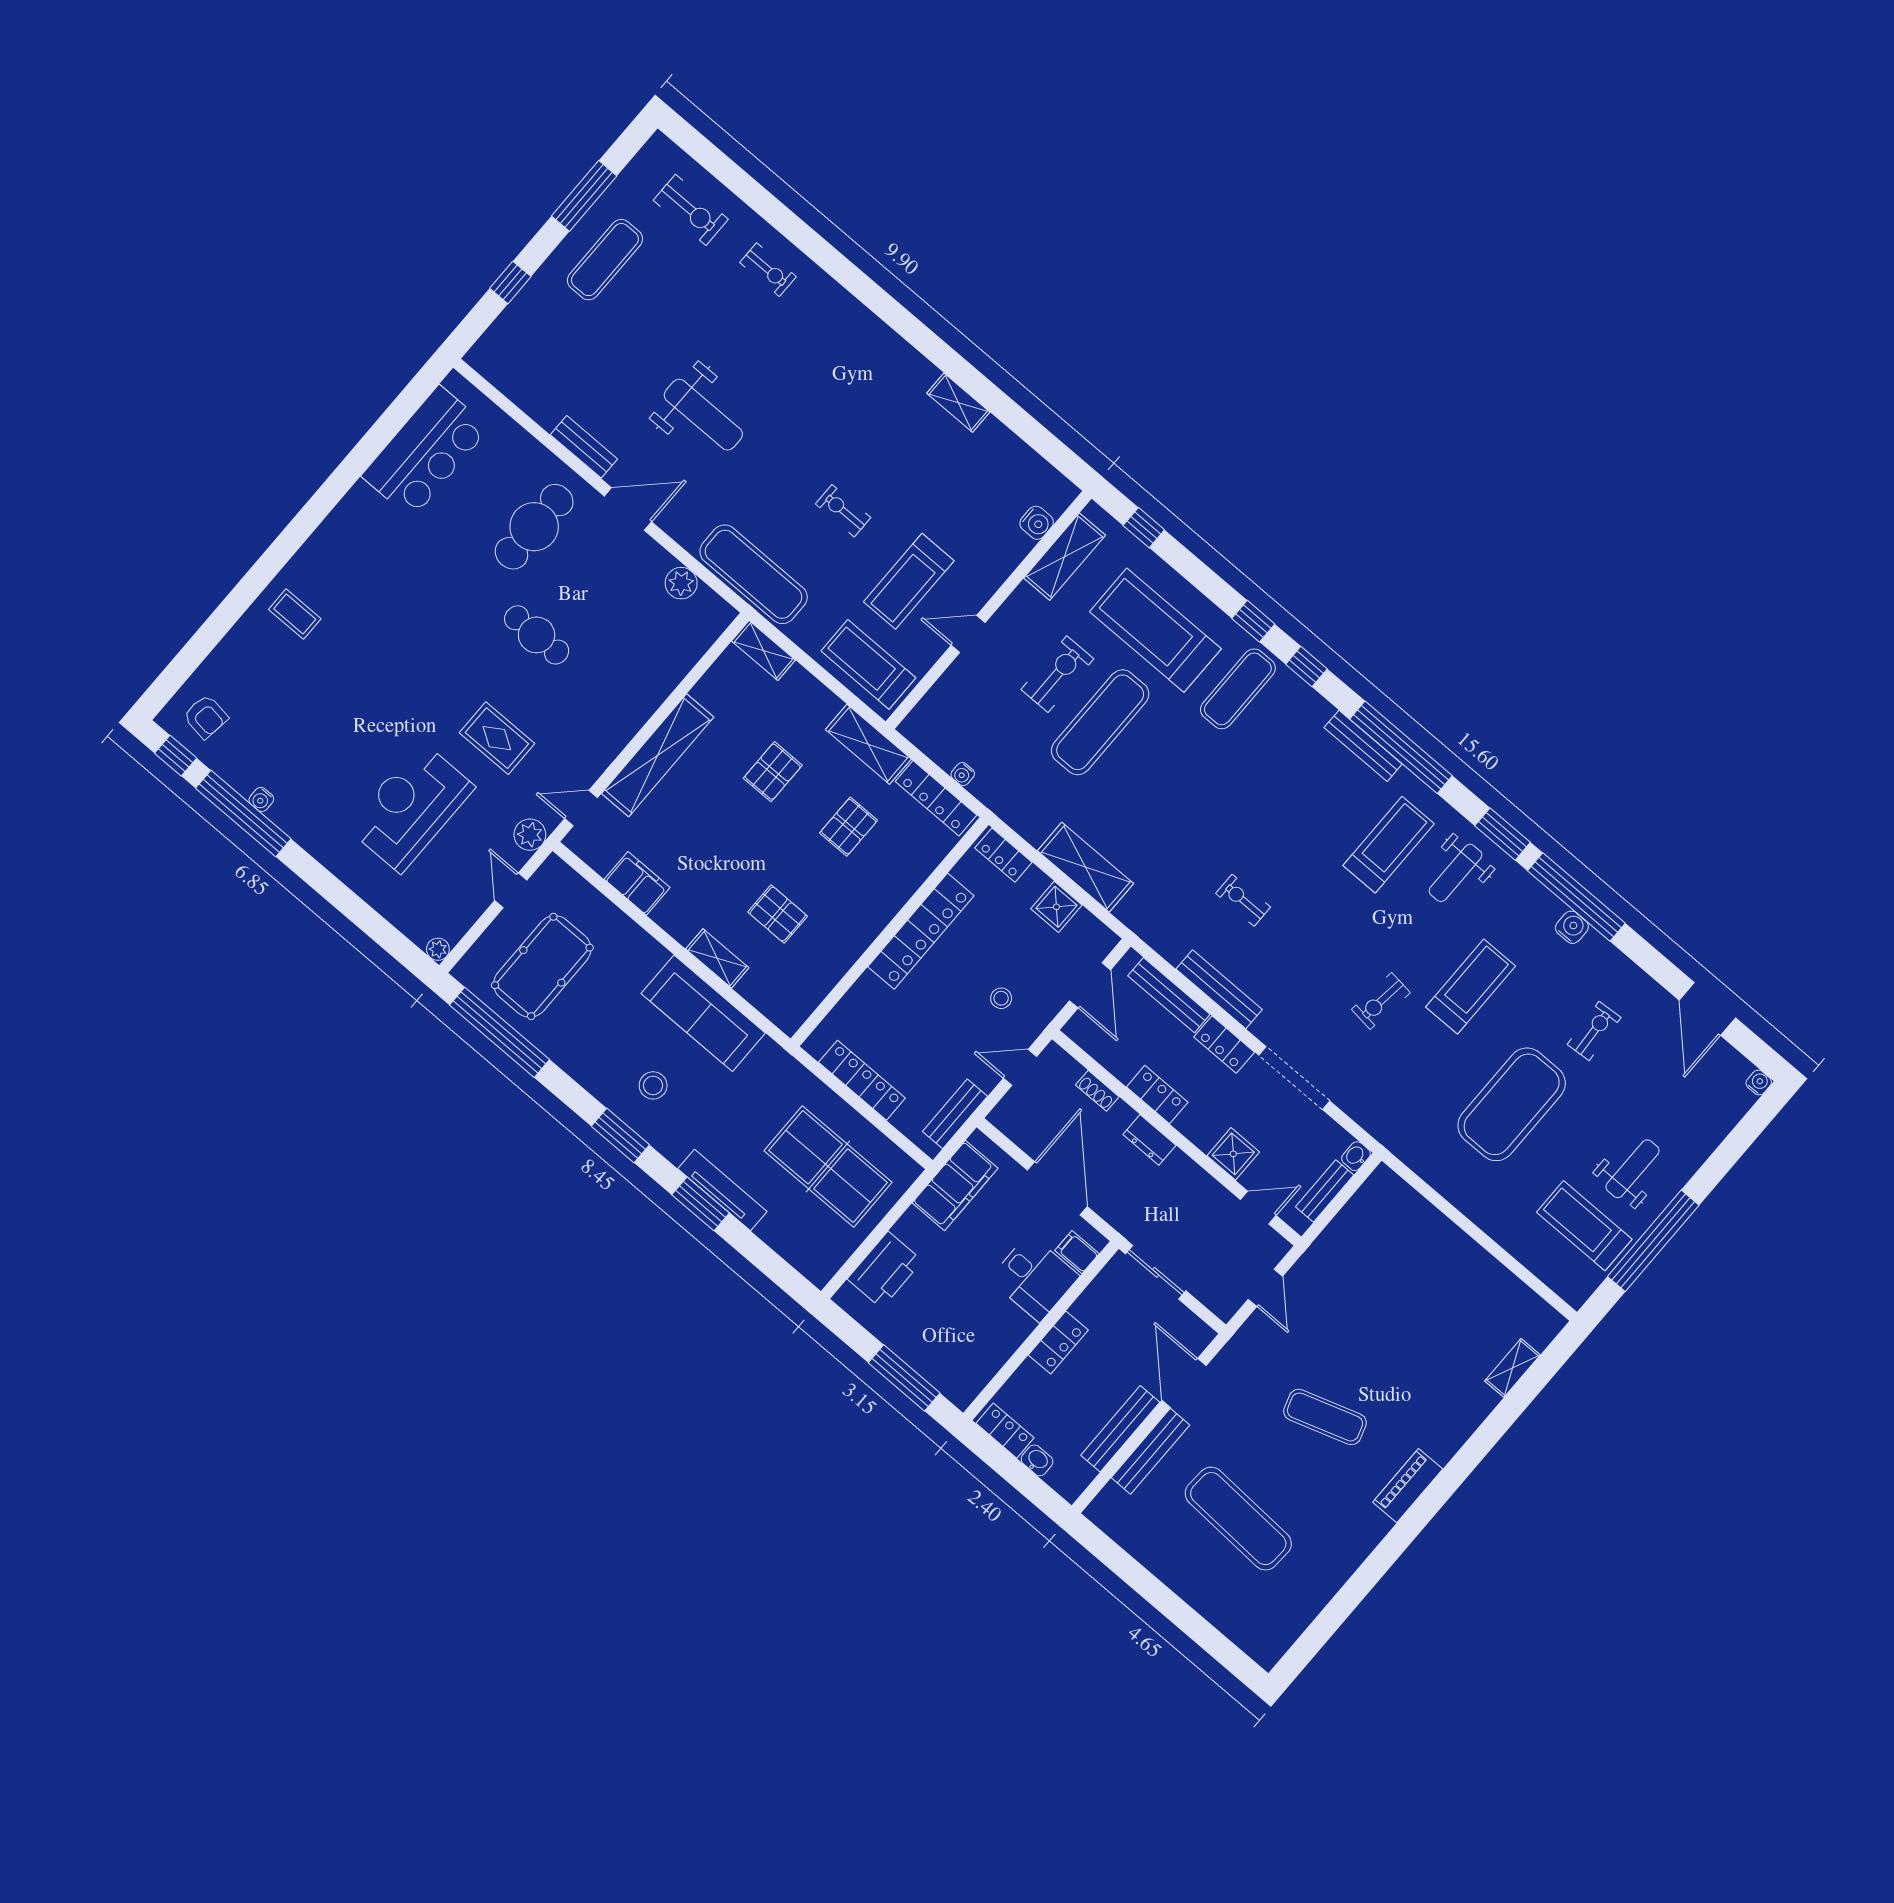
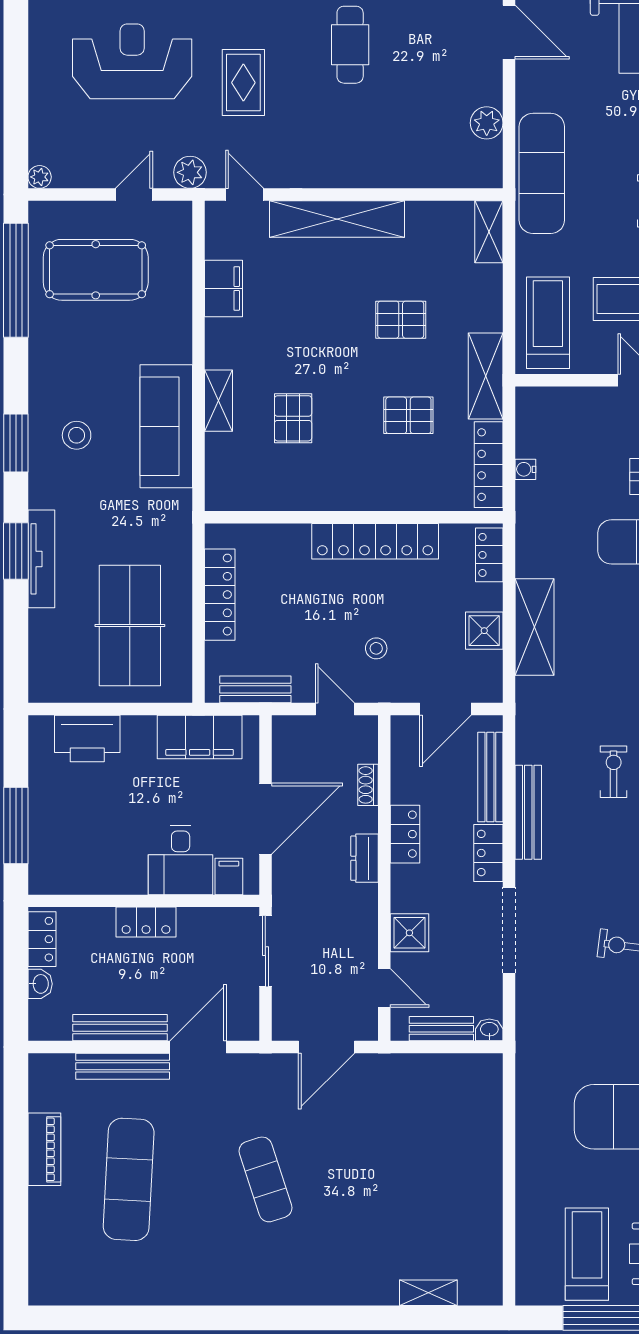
door: (1265, 1288) -> (326, 1047), width x1.38
piano: (1408, 1486) -> (44, 1149), moved, turned 90

